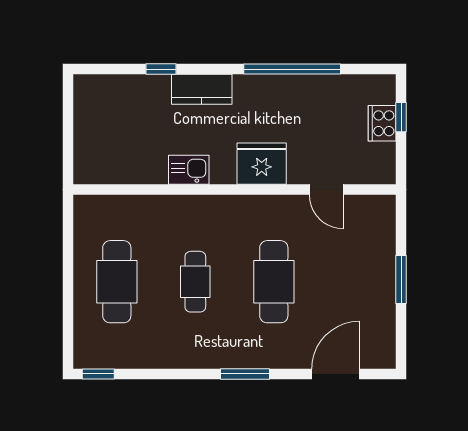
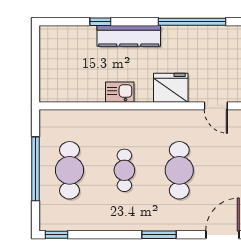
kitchen counter: (202, 89) -> (129, 36), width x1.50
window: (68, 280) -> (35, 169), added

